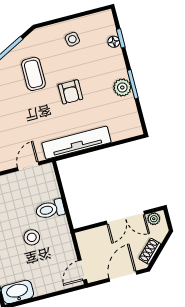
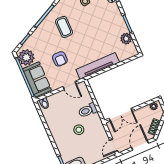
plant: (122, 88) -> (126, 39), moved
armchair: (70, 92) -> (60, 59), moved
door: (28, 166) -> (70, 85), swing flipped
double door: (125, 218) -> (121, 115), moved

